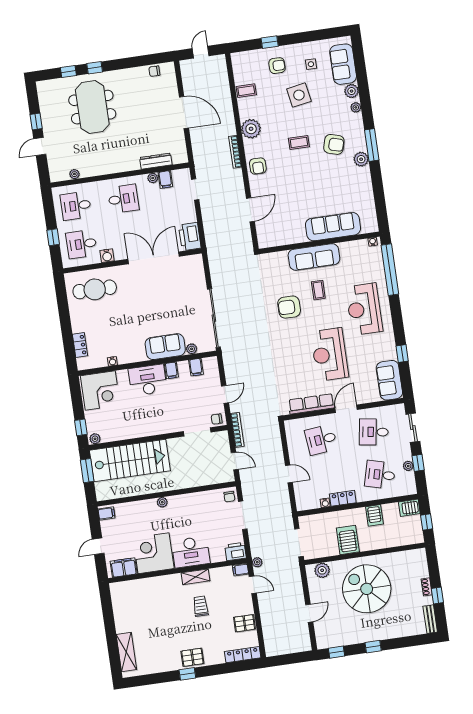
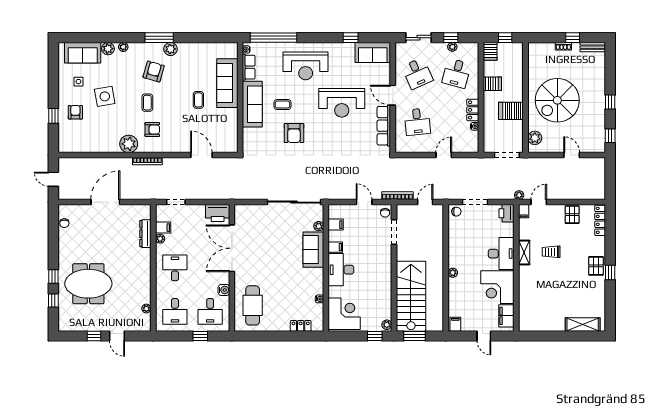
coffee table: (246, 91) -> (198, 100), moved
armchair: (258, 166) -> (152, 129), moved
row of seats: (354, 247) -> (249, 67), added
desk: (374, 432) -> (417, 73), turned -33

